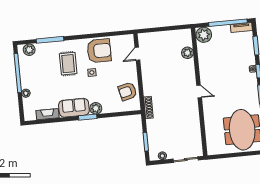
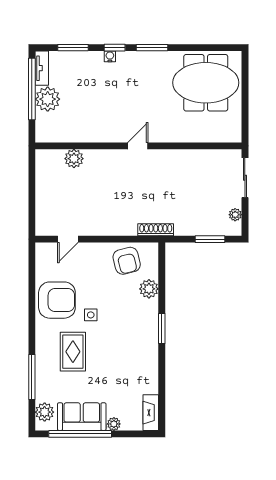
plant: (204, 35) -> (48, 99), moved
armchair: (99, 51) -> (57, 300), turned 90
door: (137, 54) -> (68, 239), hinge flipped
rug: (68, 64) -> (73, 352), turned 90
sofa: (74, 108) -> (82, 417), moved, turned 90
plant: (96, 108) -> (149, 289), moved
fireplace: (48, 114) -> (151, 413), moved

